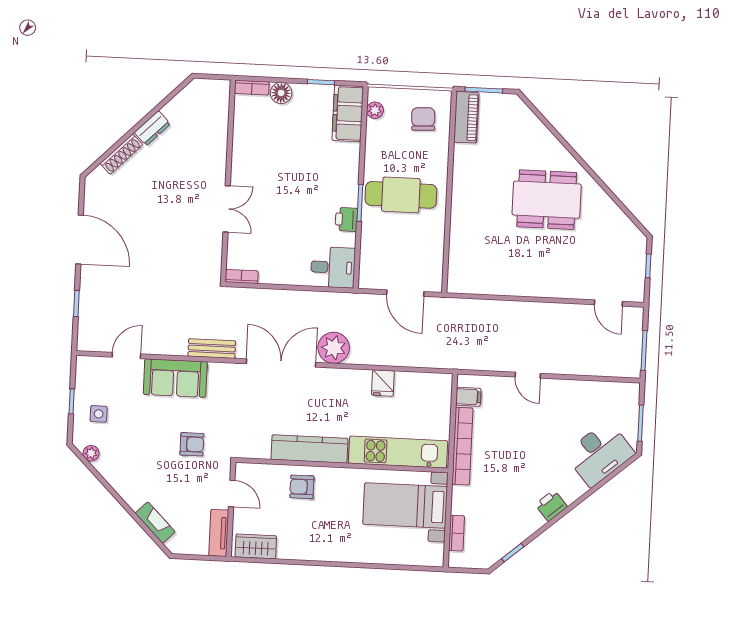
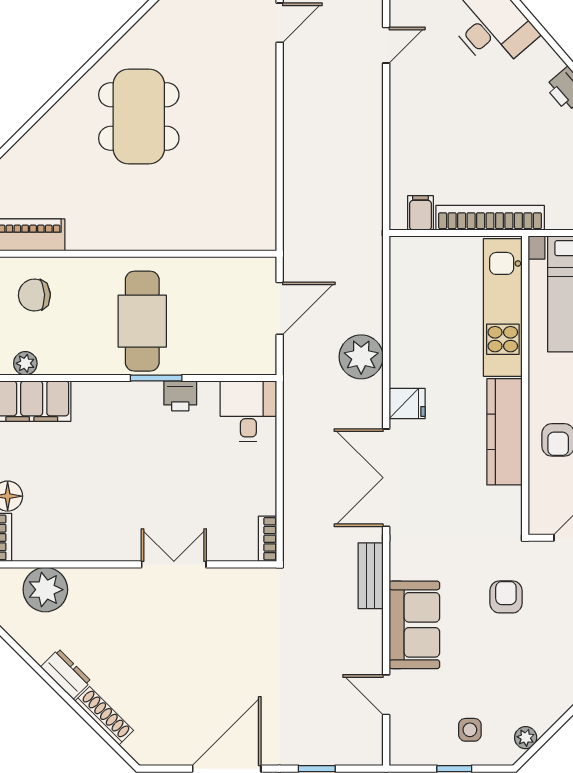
plant: (213, 117) -> (45, 590), added
plant: (334, 348) -> (361, 357), moved
door: (528, 375) -> (386, 45), moved
fridge: (383, 383) -> (407, 404), moved

